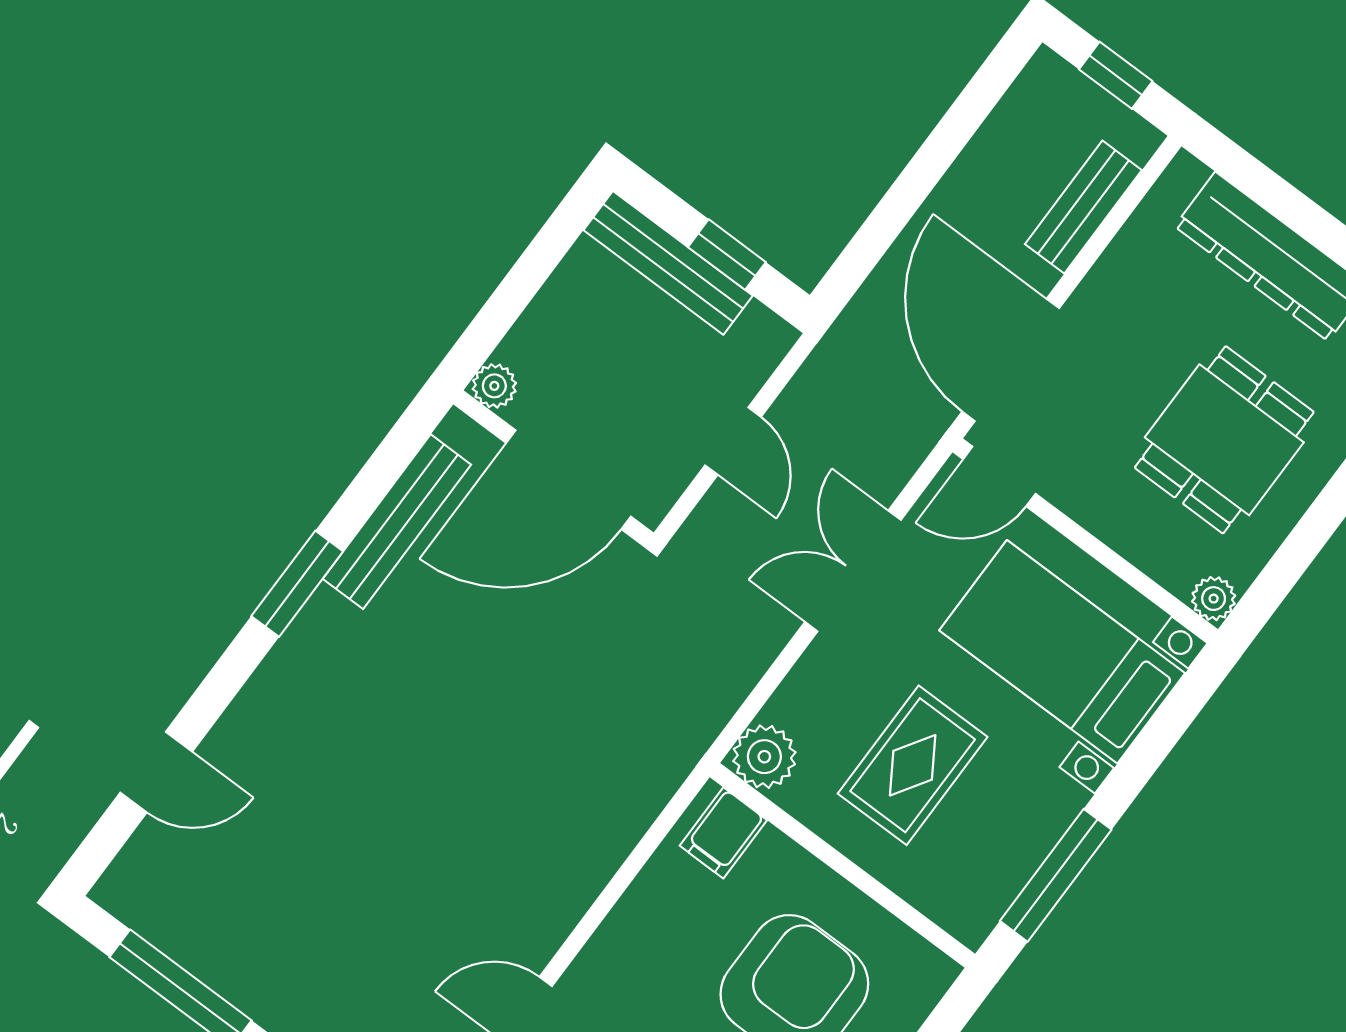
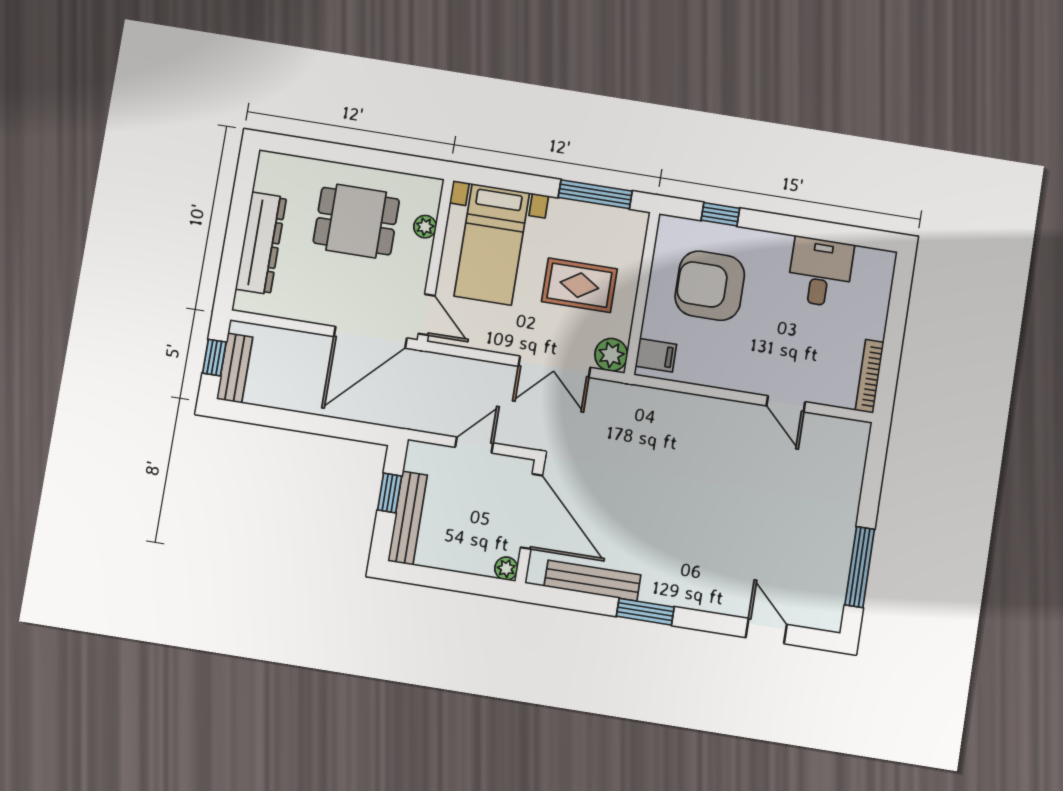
bench: (1083, 207) -> (235, 368), moved, turned 90
double door: (853, 571) -> (554, 367), moved
plant: (1214, 599) -> (425, 227), moved

